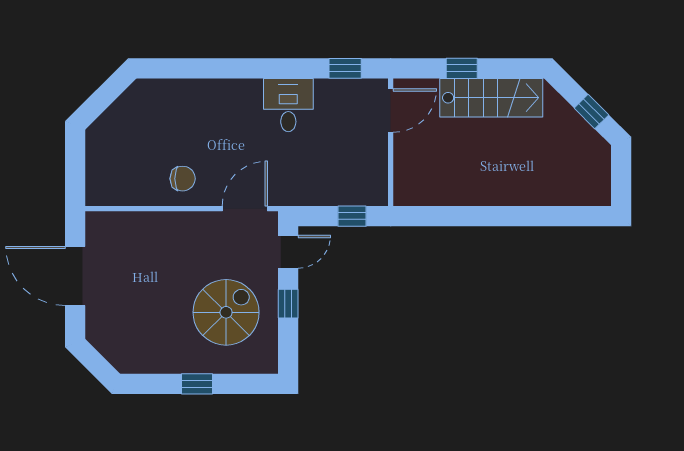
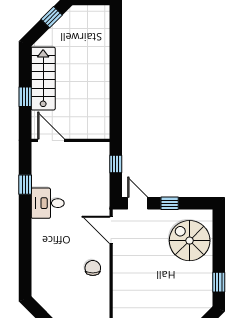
window: (345, 68) -> (25, 185), moved
spiral stairs: (226, 312) -> (190, 241), moved
window: (197, 384) -> (219, 282), moved

